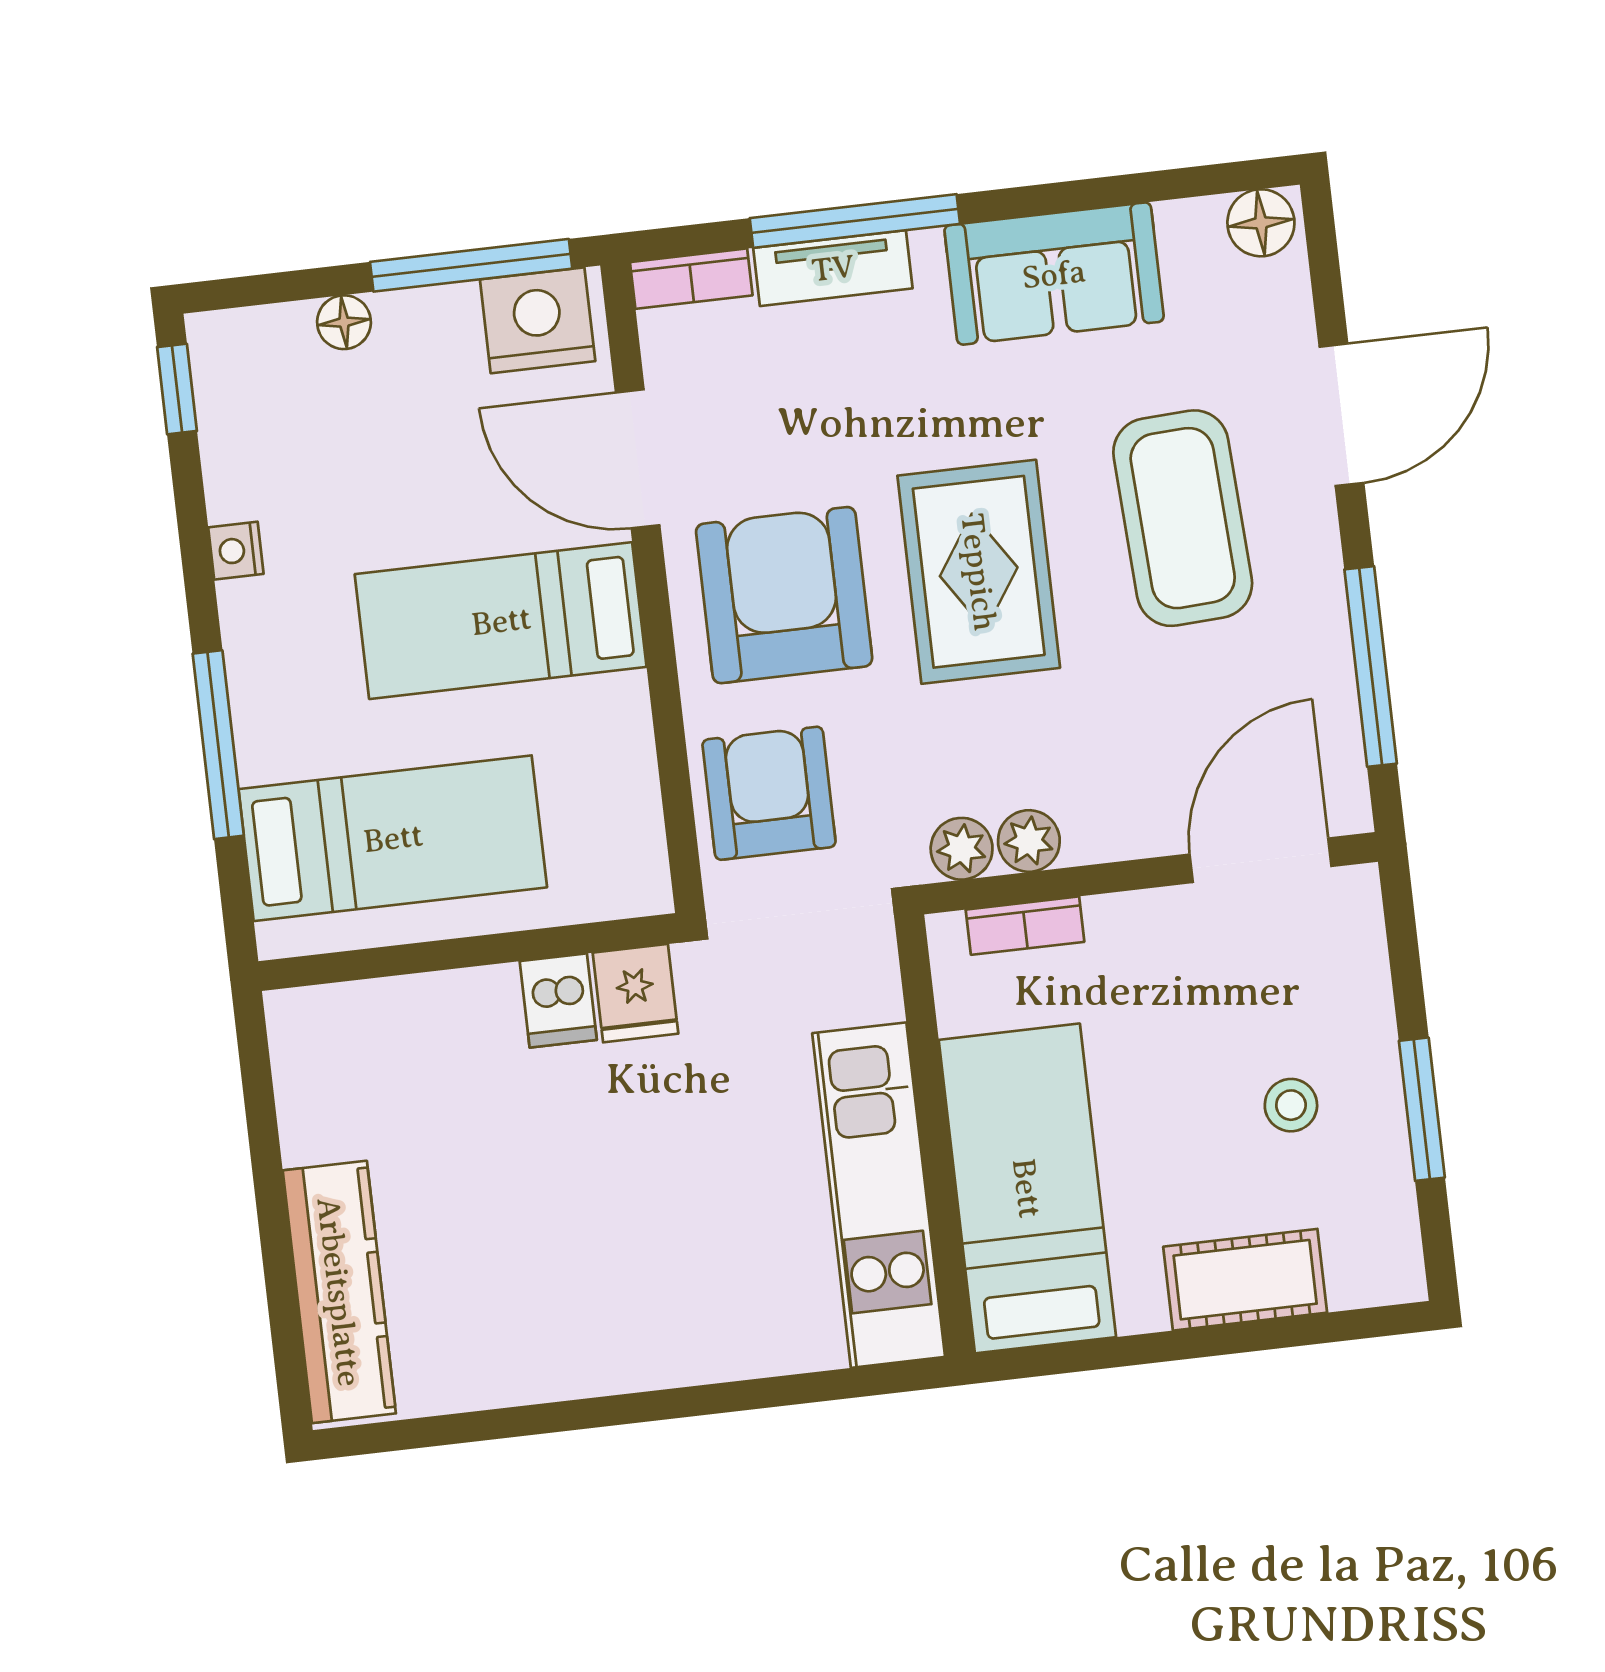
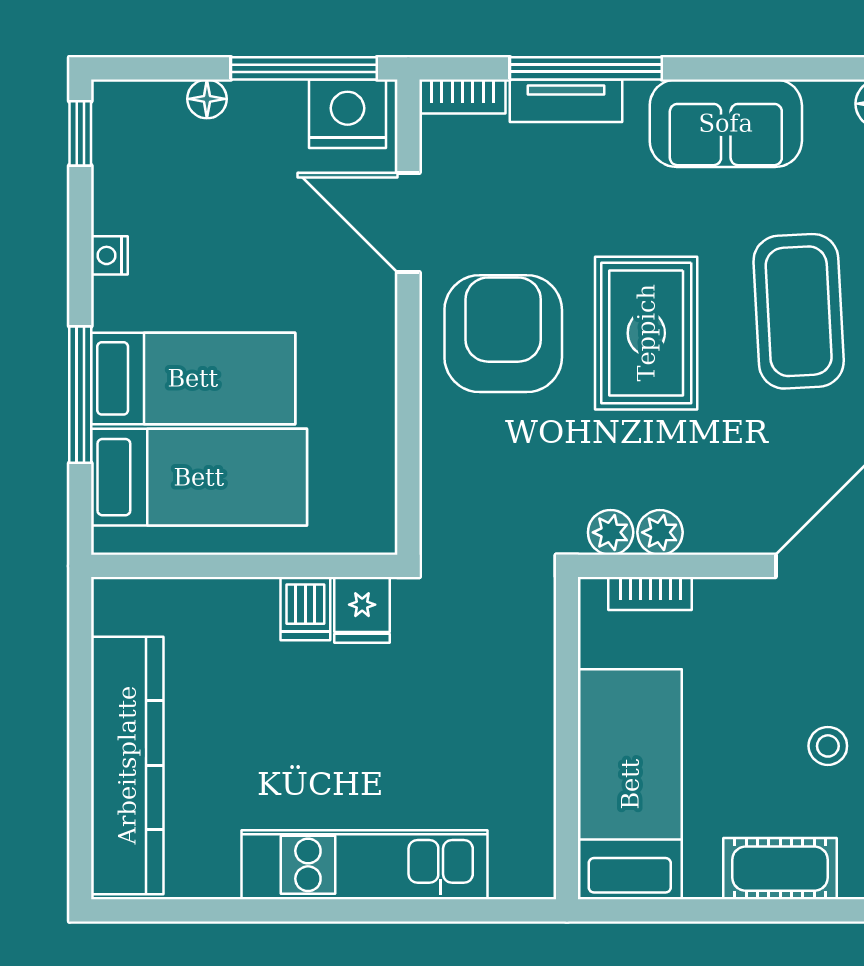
bed: (501, 621) -> (193, 378), moved, turned 180
armchair: (769, 793) -> (476, 476), removed
kitchen unit: (879, 1195) -> (364, 865), moved, turned 90
kitchen counter: (339, 1292) -> (127, 765), width x1.39, depth x1.17

